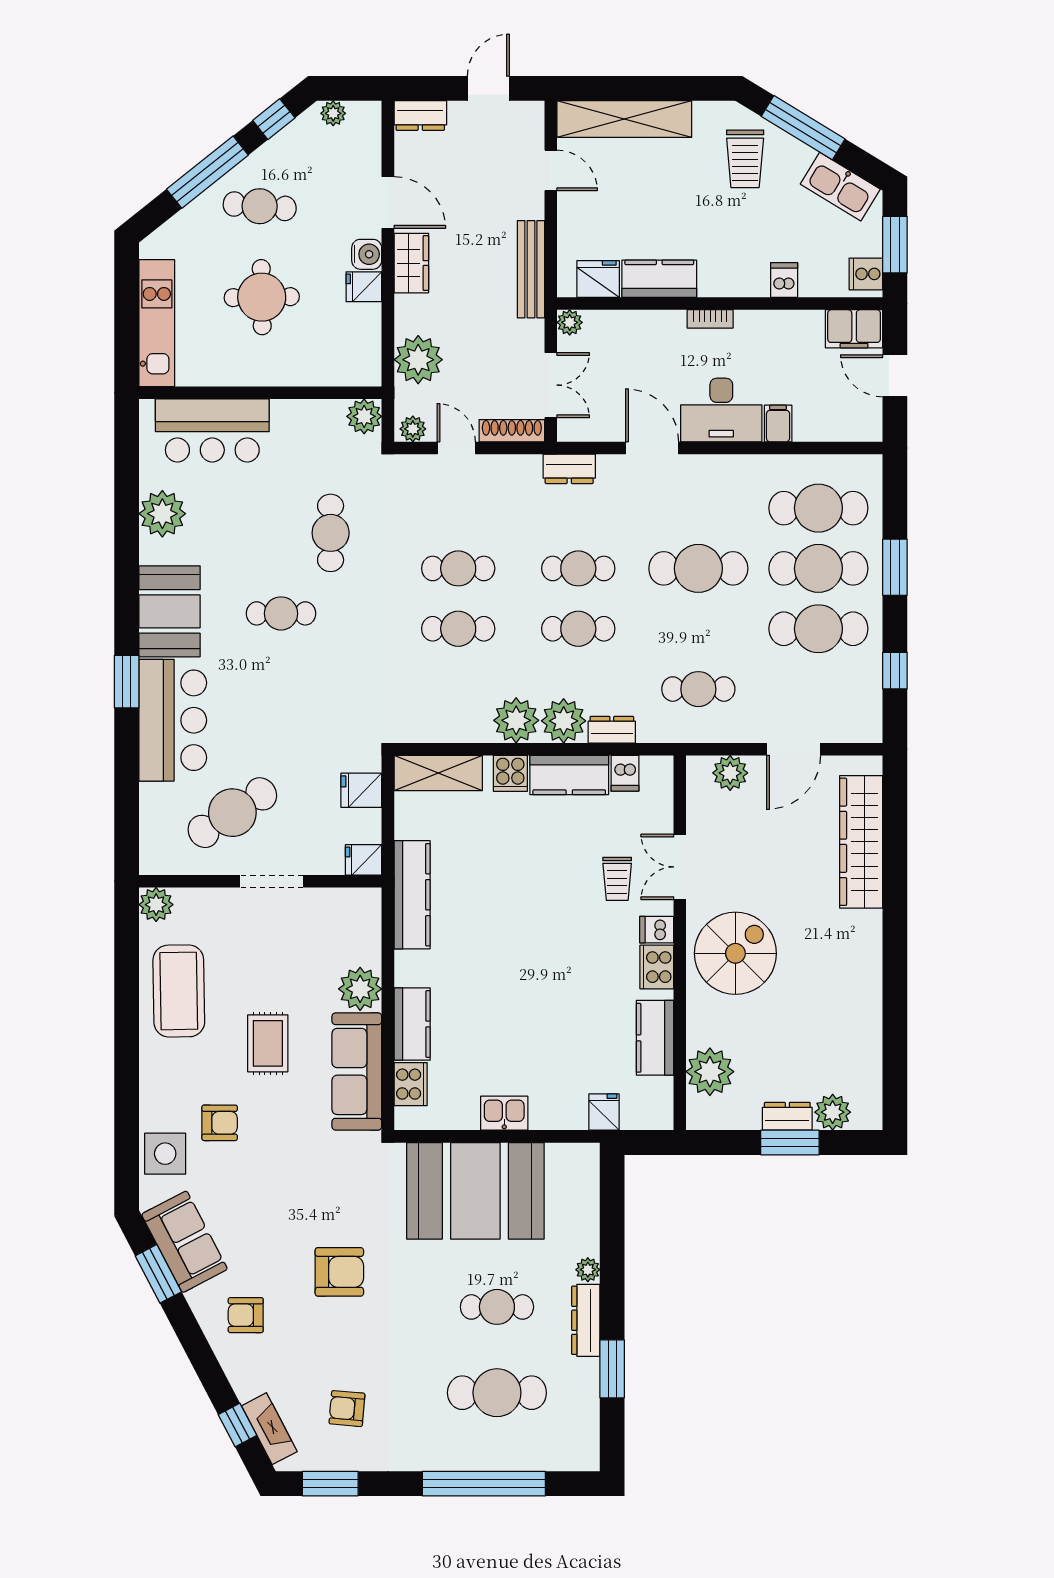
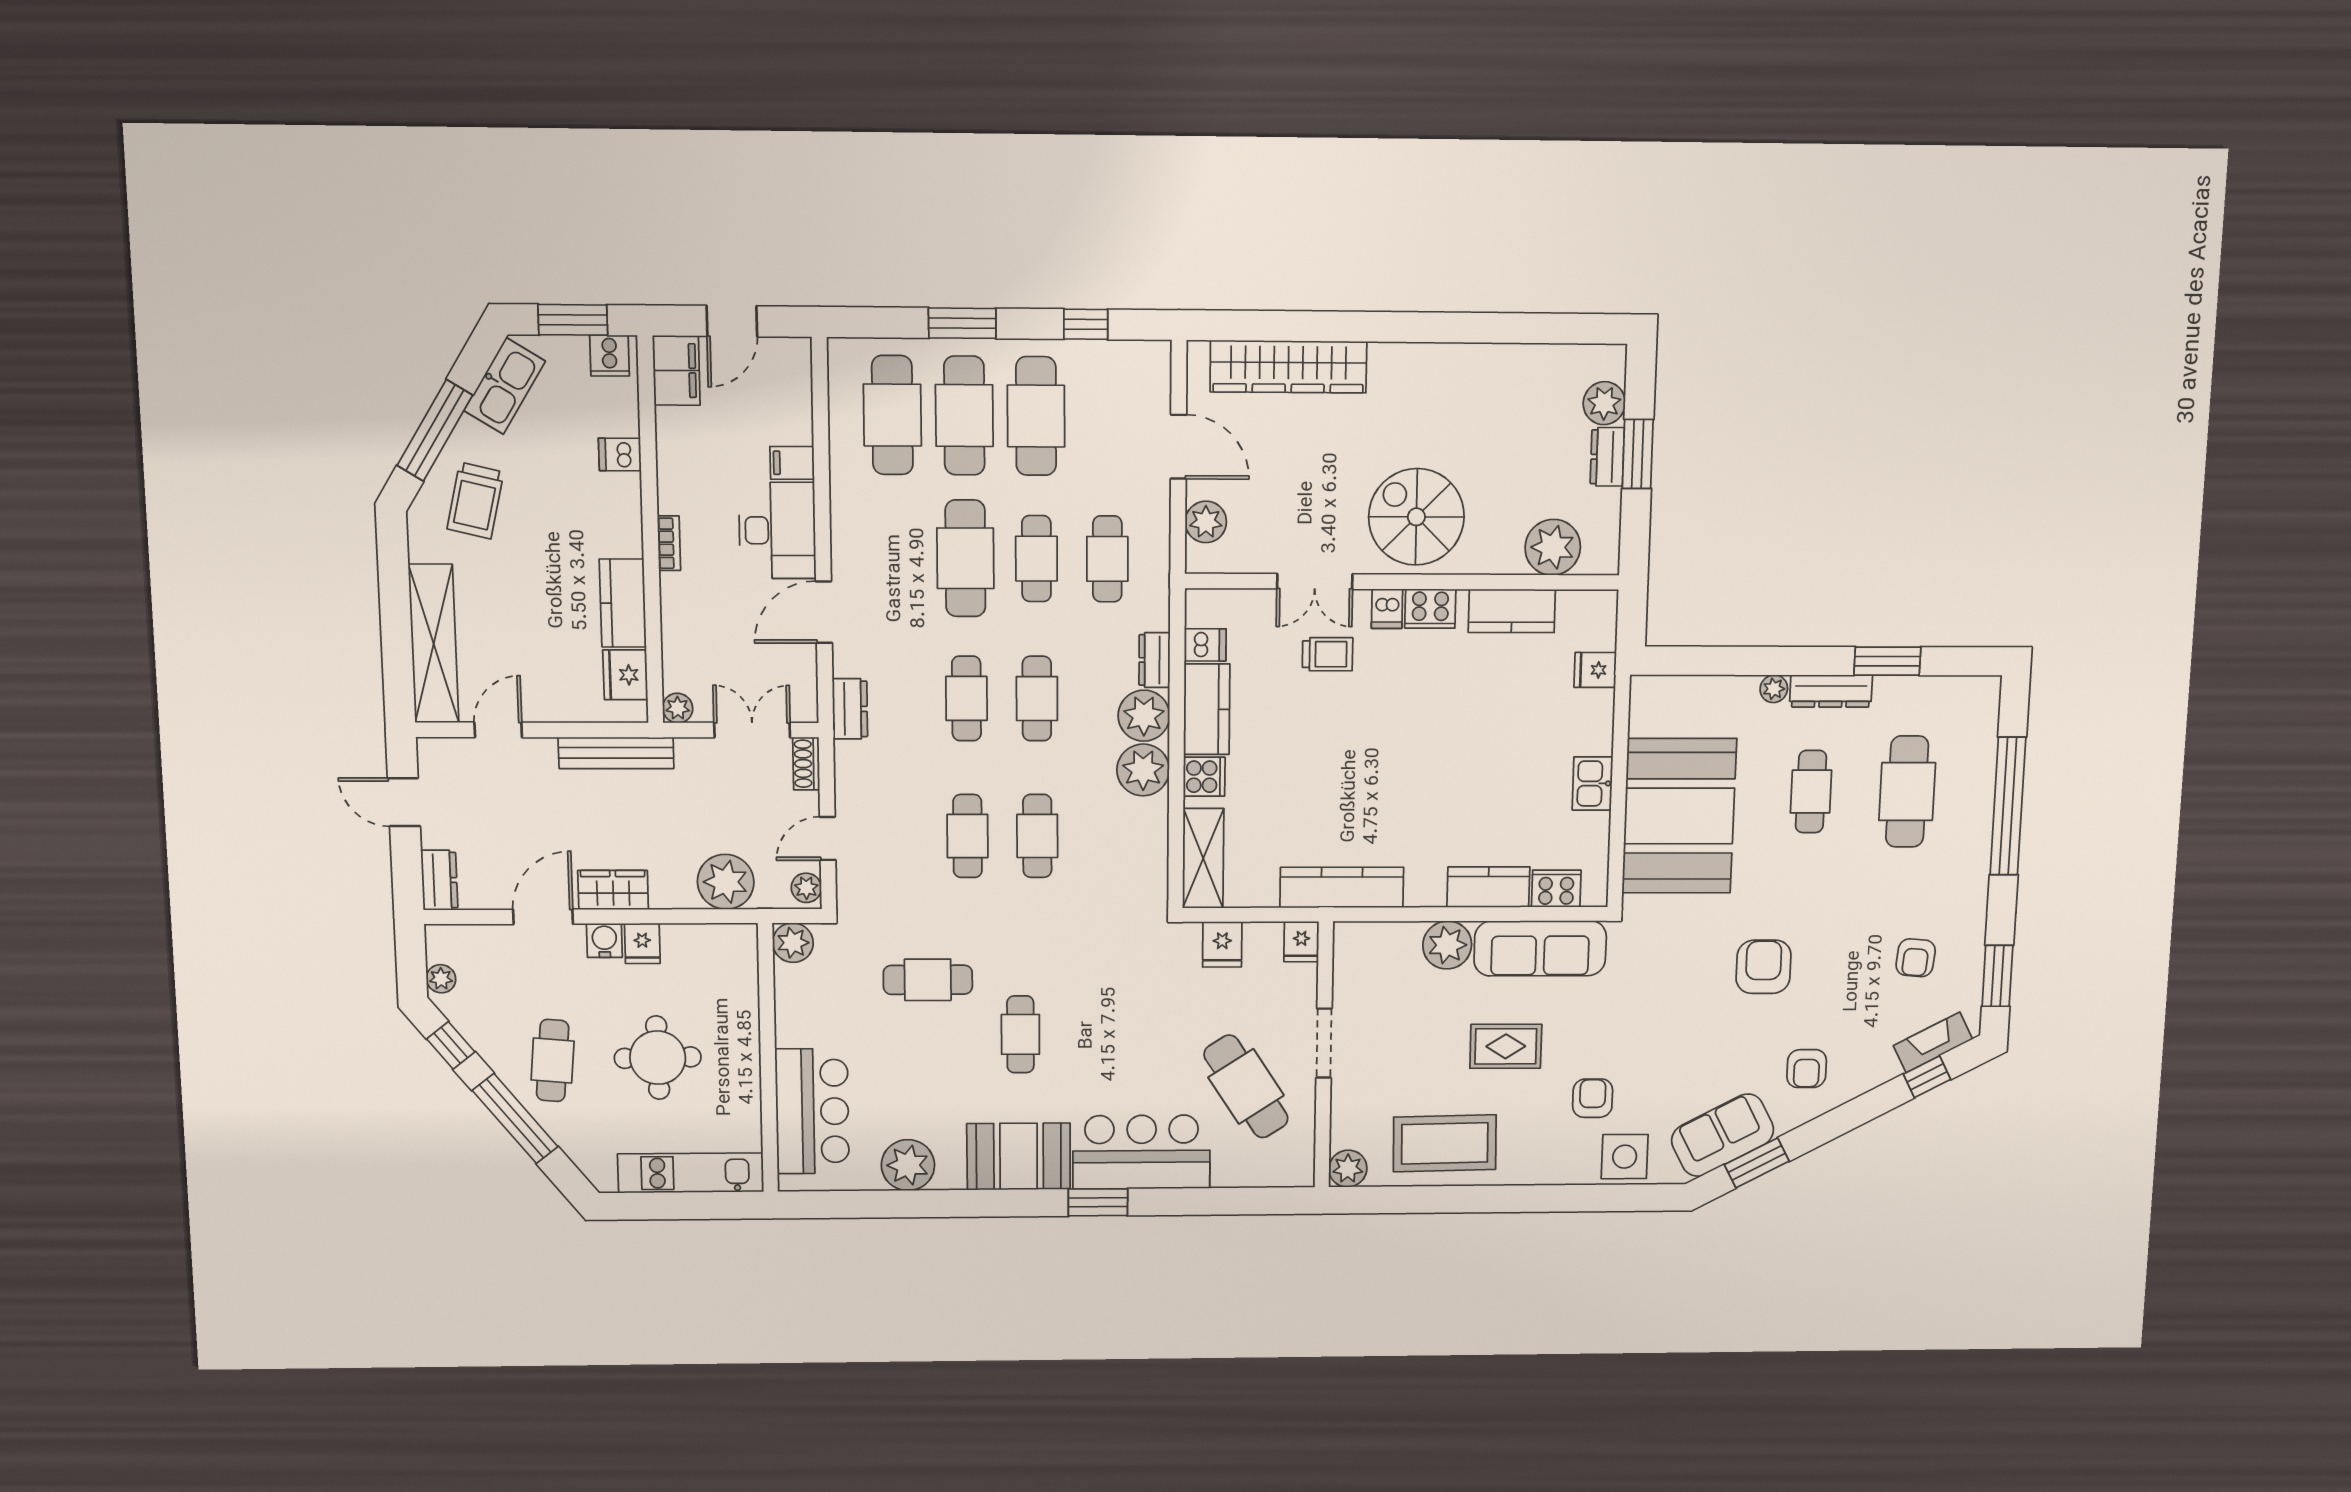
trolley: (745, 159) -> (475, 500), turned 103
shoe rack: (512, 431) -> (806, 764), width x0.70
cafe table: (698, 629) -> (1036, 559), added

